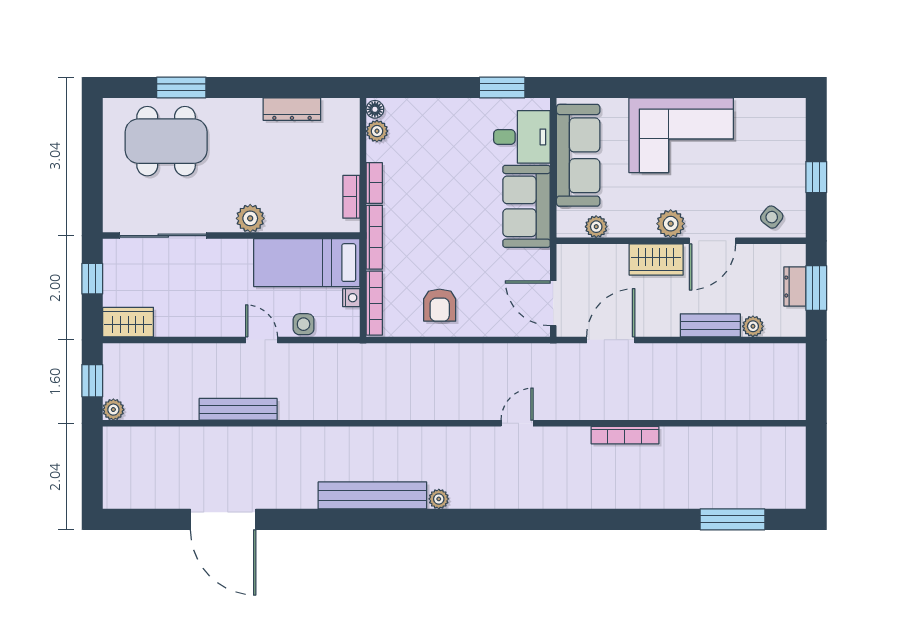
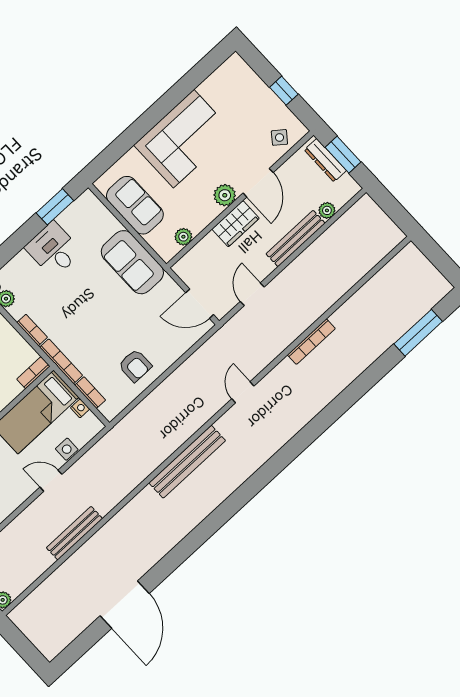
desk: (522, 137) -> (53, 250), moved, turned -90
sofa: (578, 155) -> (135, 205), width x0.73
bookcase: (351, 197) -> (33, 373), moved, turned 90
dresser: (795, 287) -> (325, 160), width x1.44
bookcase: (374, 303) -> (90, 393), width x0.64
bench: (710, 325) -> (296, 238), width x1.36
door: (611, 340) -> (252, 294), width x0.73
bench: (372, 495) -> (187, 462), moved
plant: (439, 499) -> (238, 478), removed
door: (223, 519) -> (125, 605), hinge flipped

